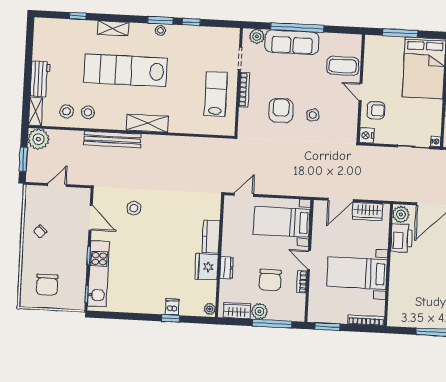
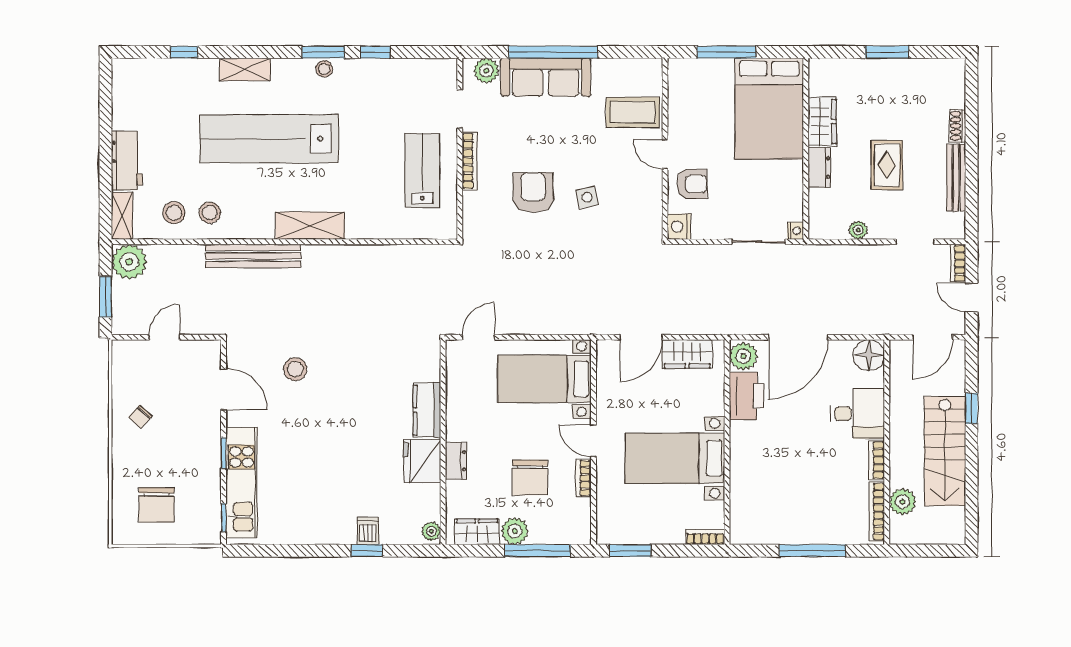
bookcase: (366, 320) -> (705, 537), width x0.64

